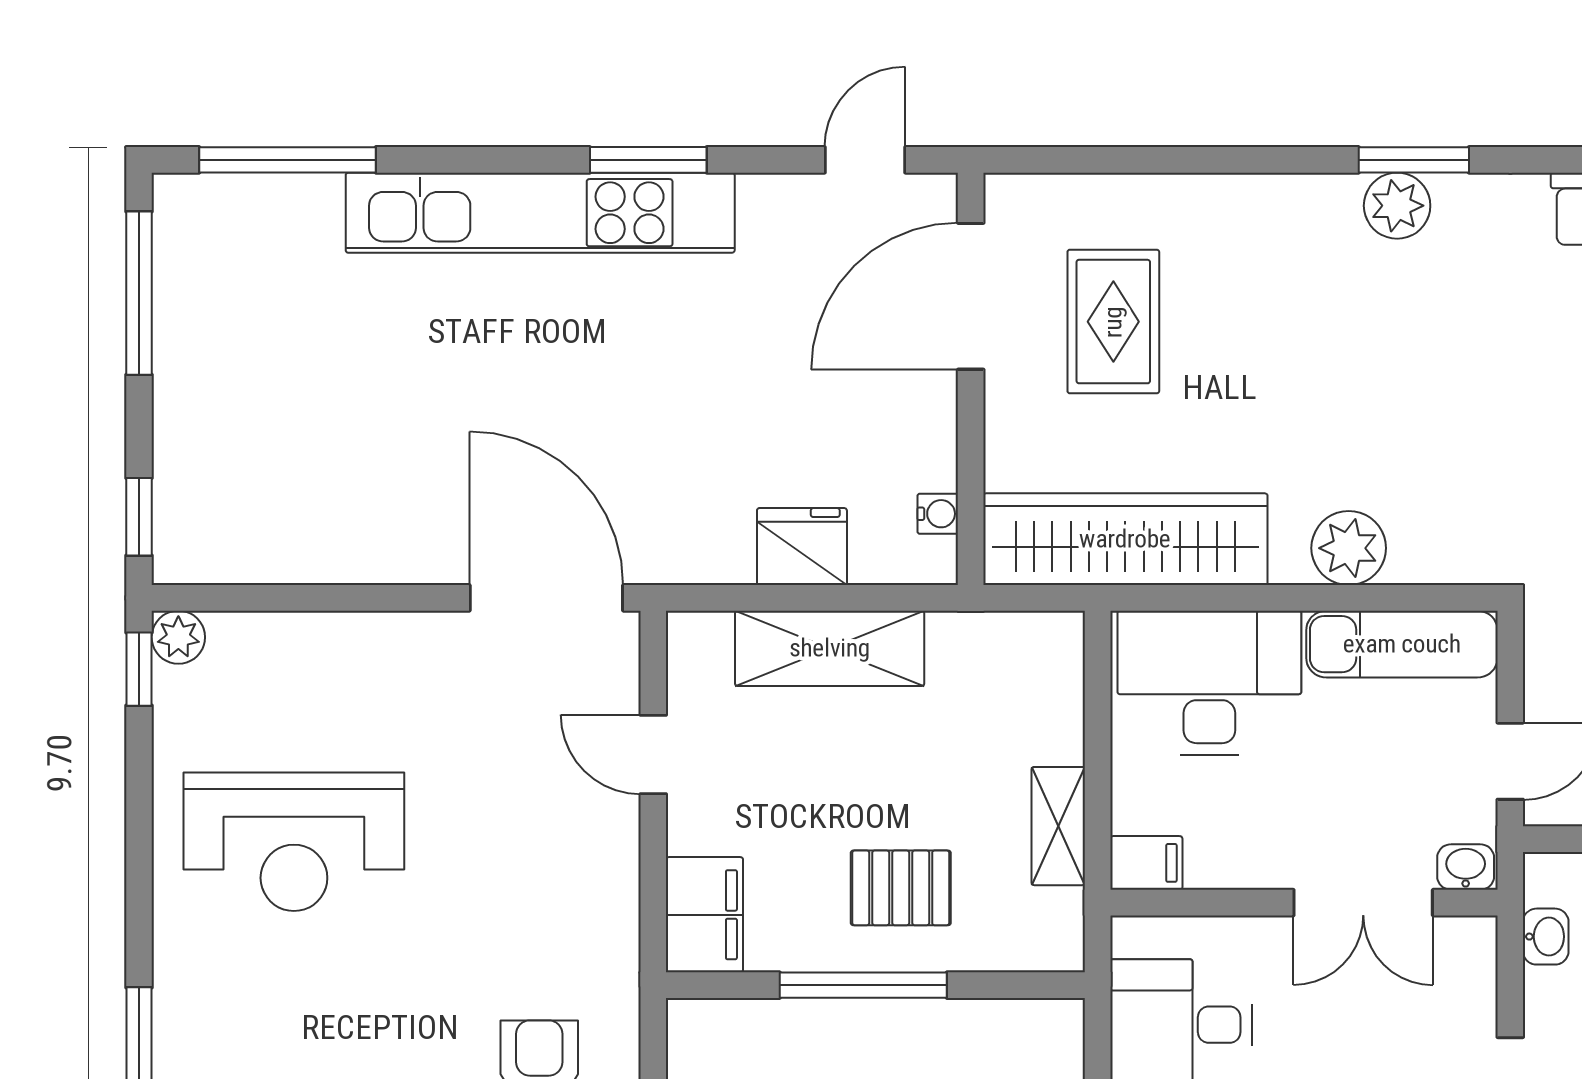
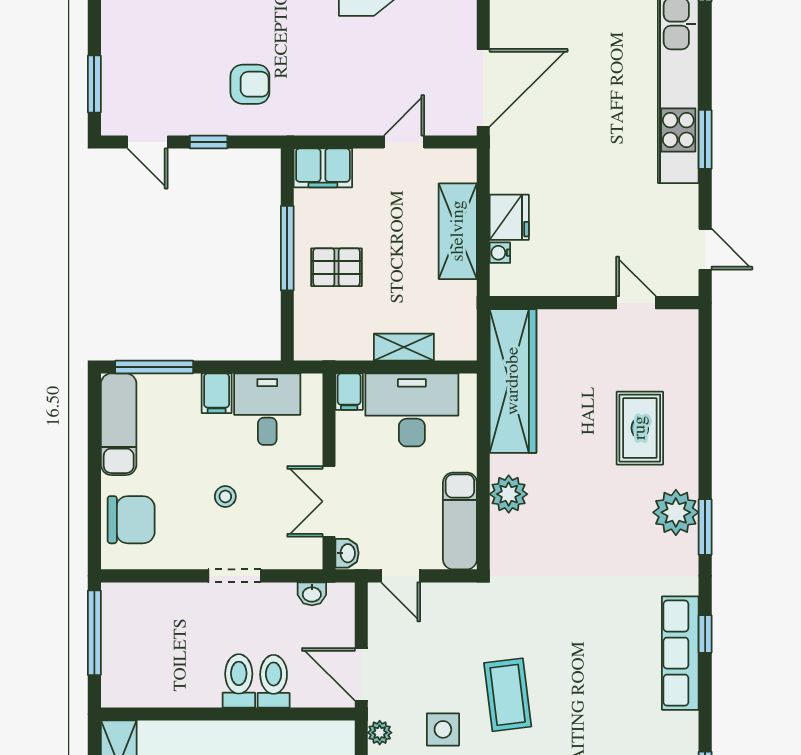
plant: (1397, 206) -> (676, 512), width x1.36, depth x1.36
door: (971, 296) -> (636, 303), width x0.53
rug: (1113, 322) -> (640, 428), moved, turned 90
water cooler: (938, 514) -> (500, 253), moved, turned 90
desk: (1209, 683) -> (412, 410), moved, turned -90
shelving: (1058, 826) -> (404, 347), moved
pallet: (901, 888) -> (336, 267), turned 90

